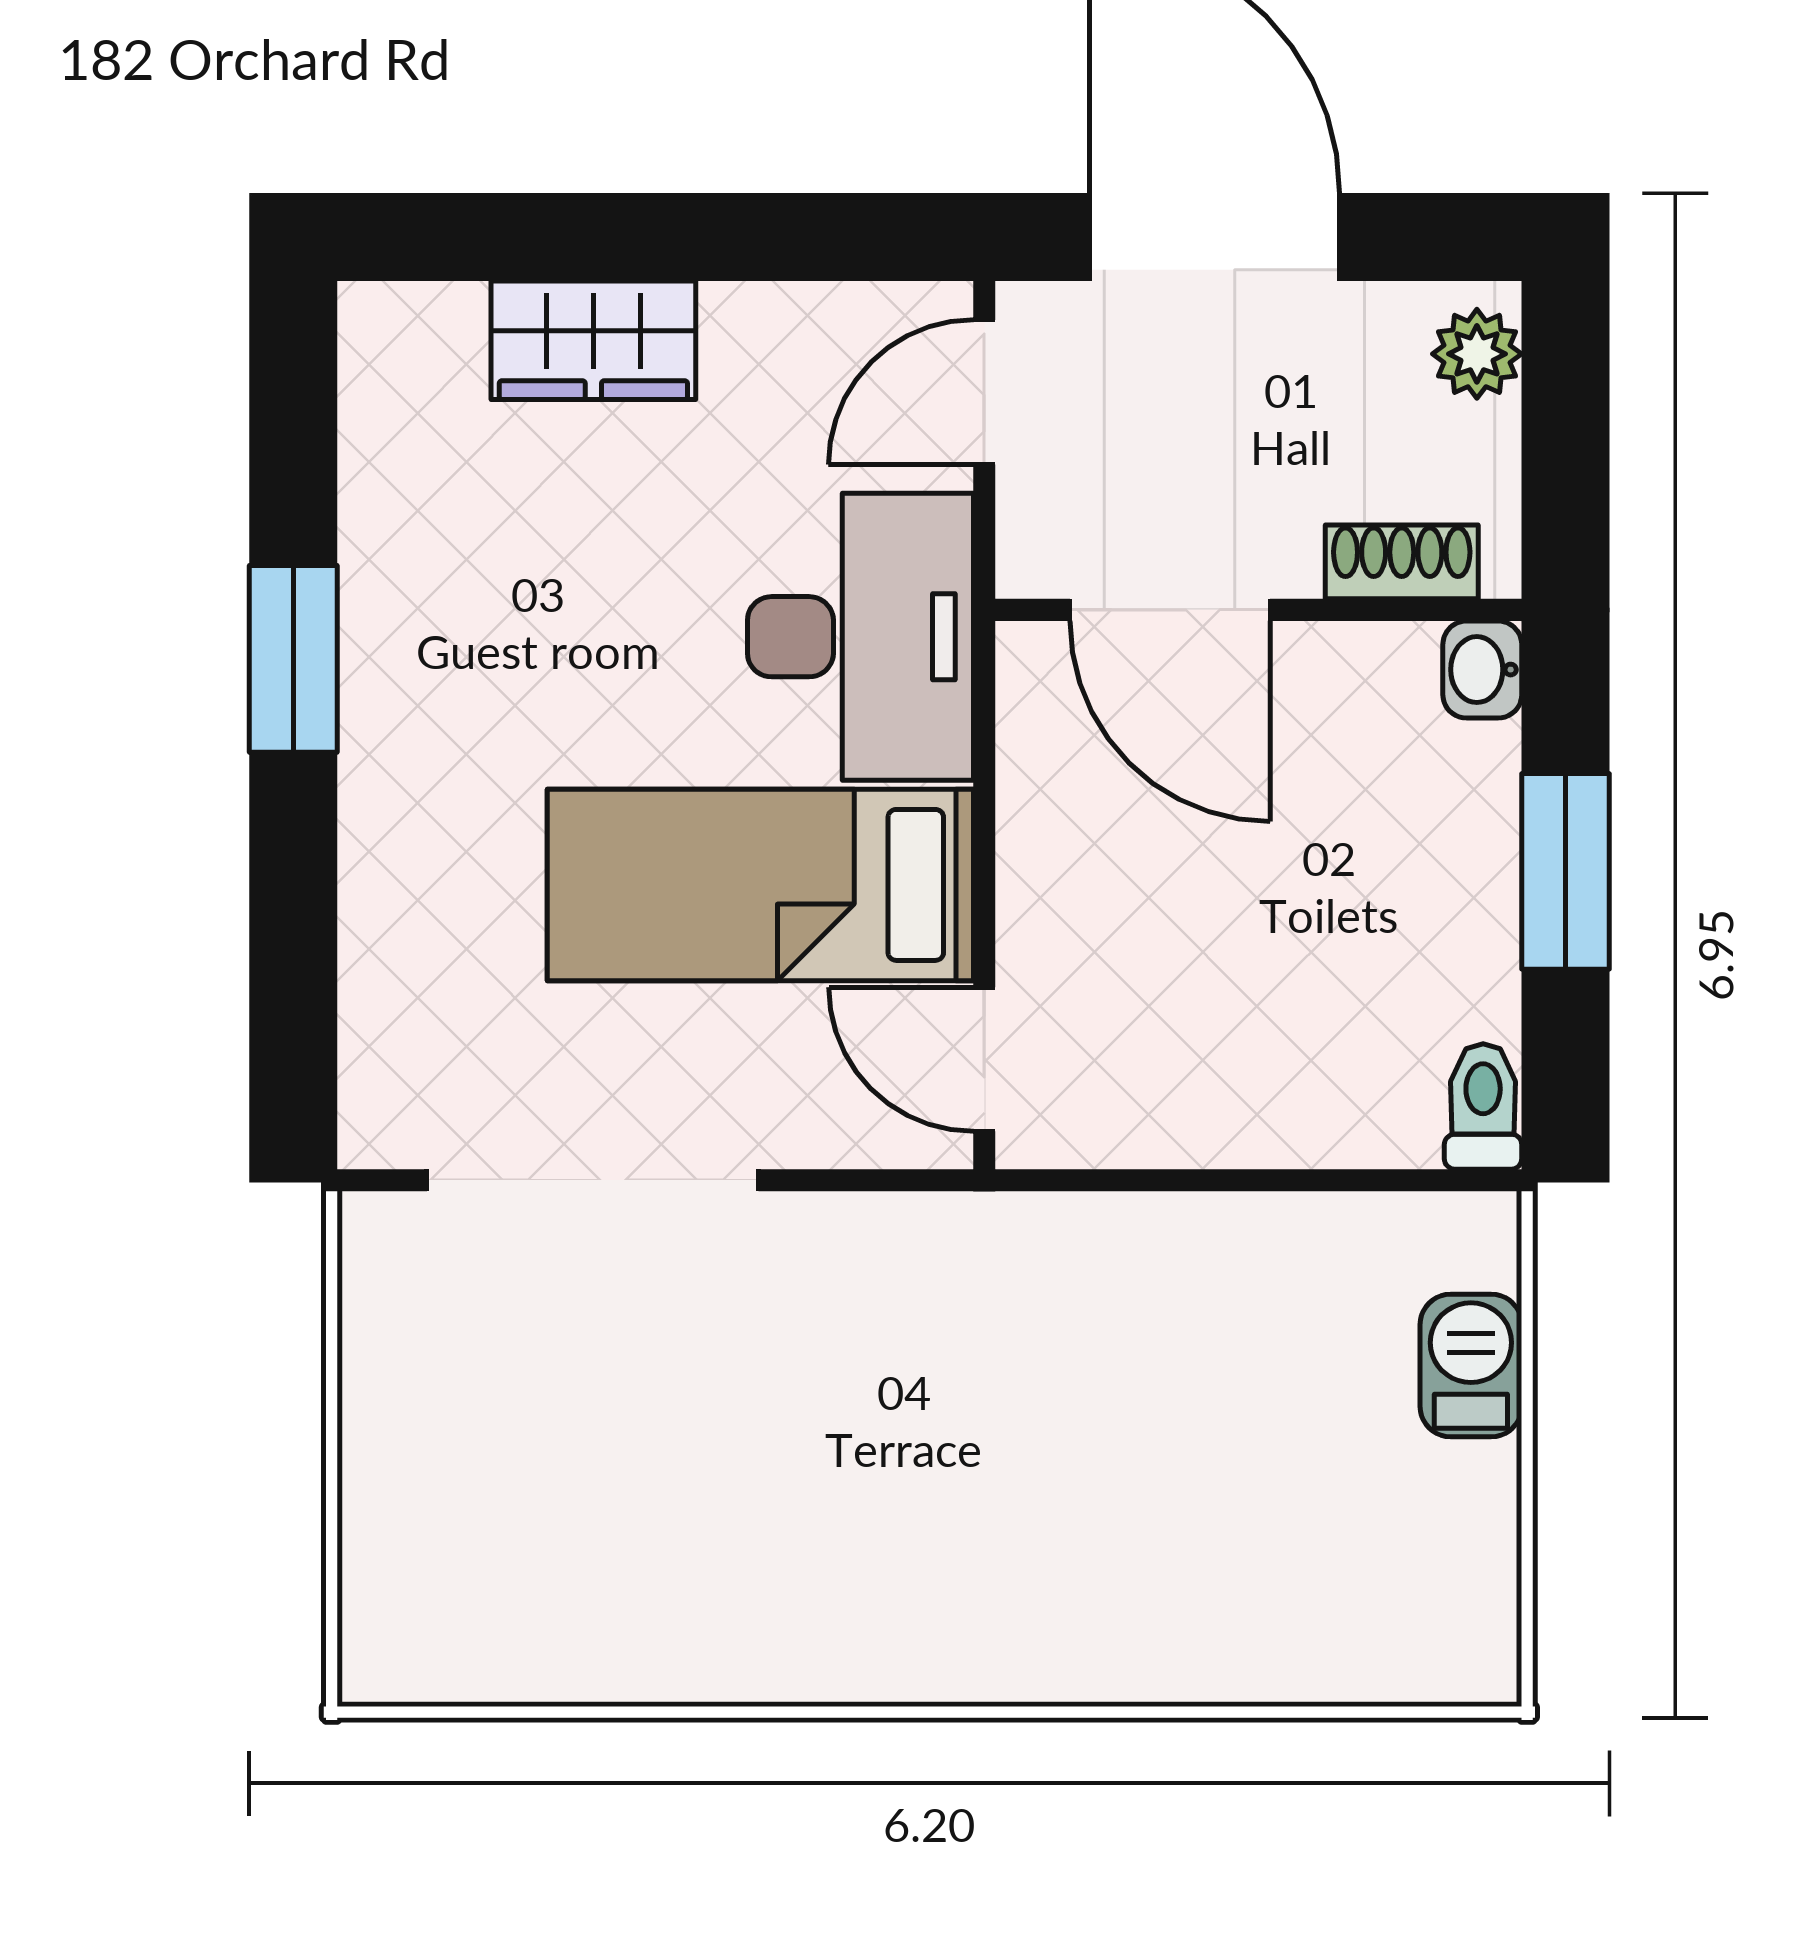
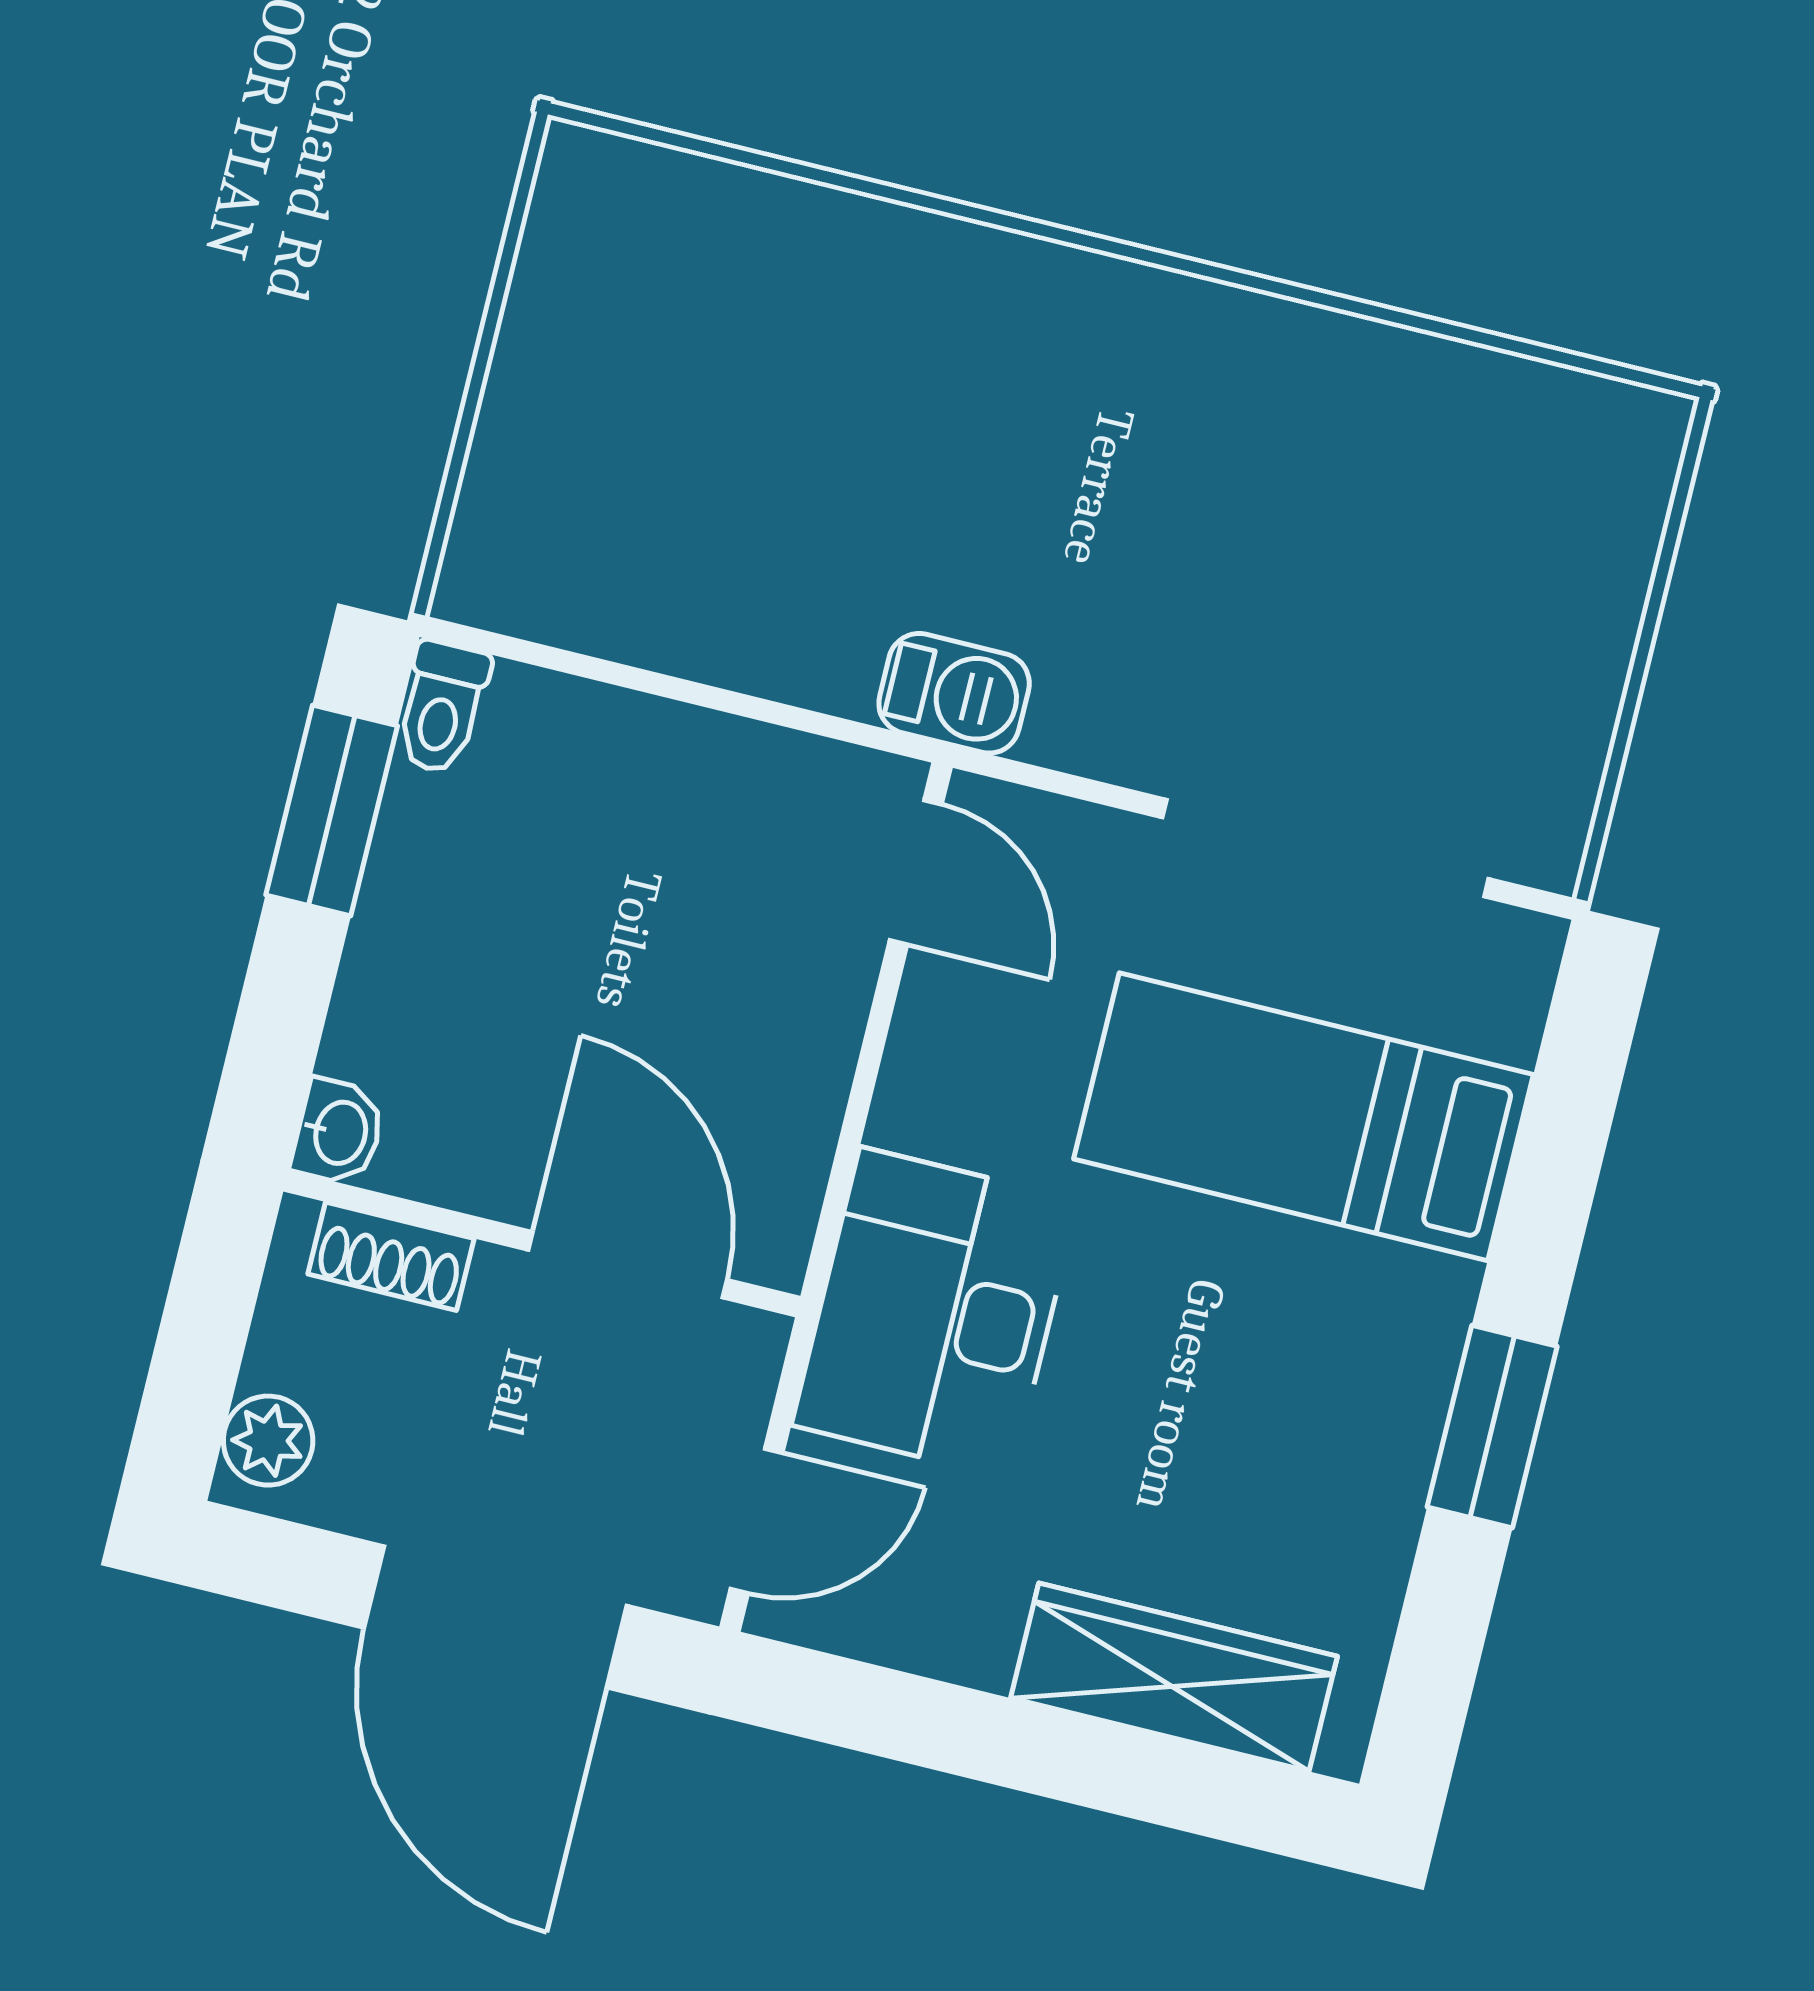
wardrobe: (593, 340) -> (1174, 1677), width x1.50
window: (1565, 871) -> (332, 810), moved
bed: (760, 885) -> (1303, 1117), moved, turned 180
barbecue: (1471, 1365) -> (954, 693), moved, turned -90

